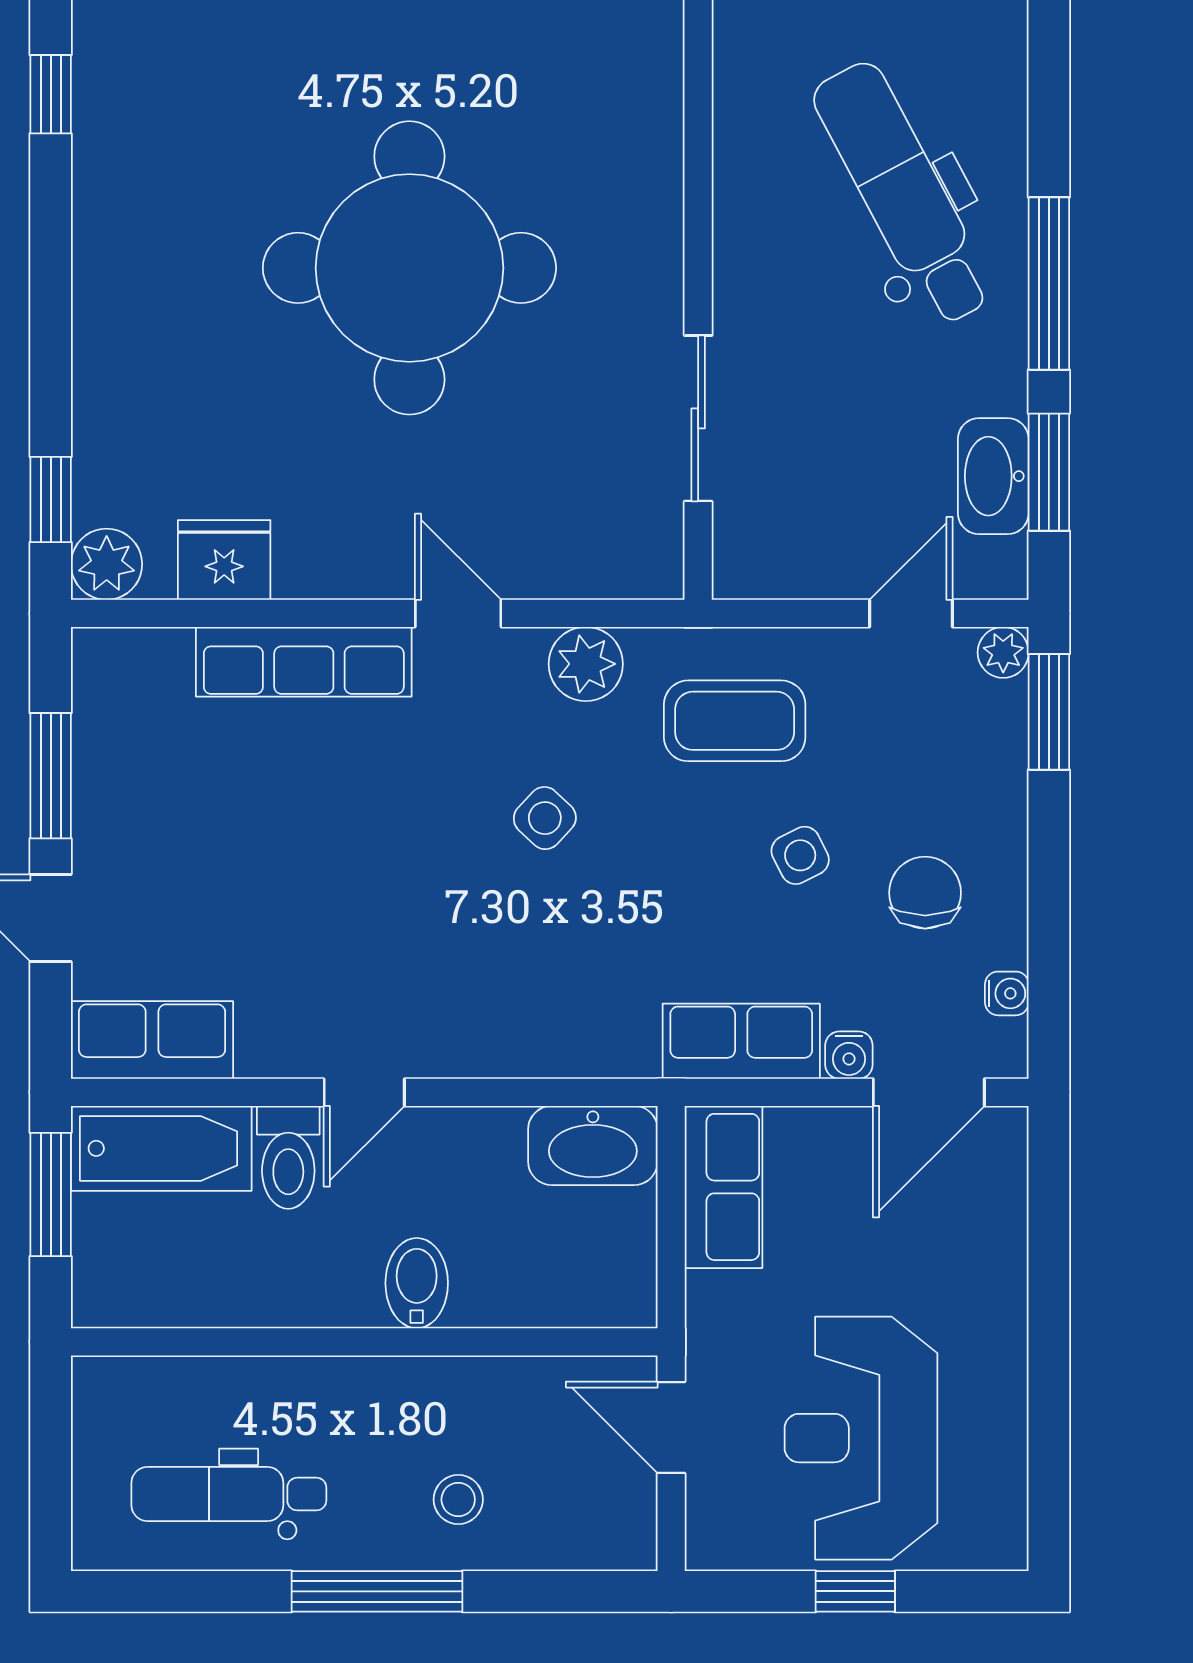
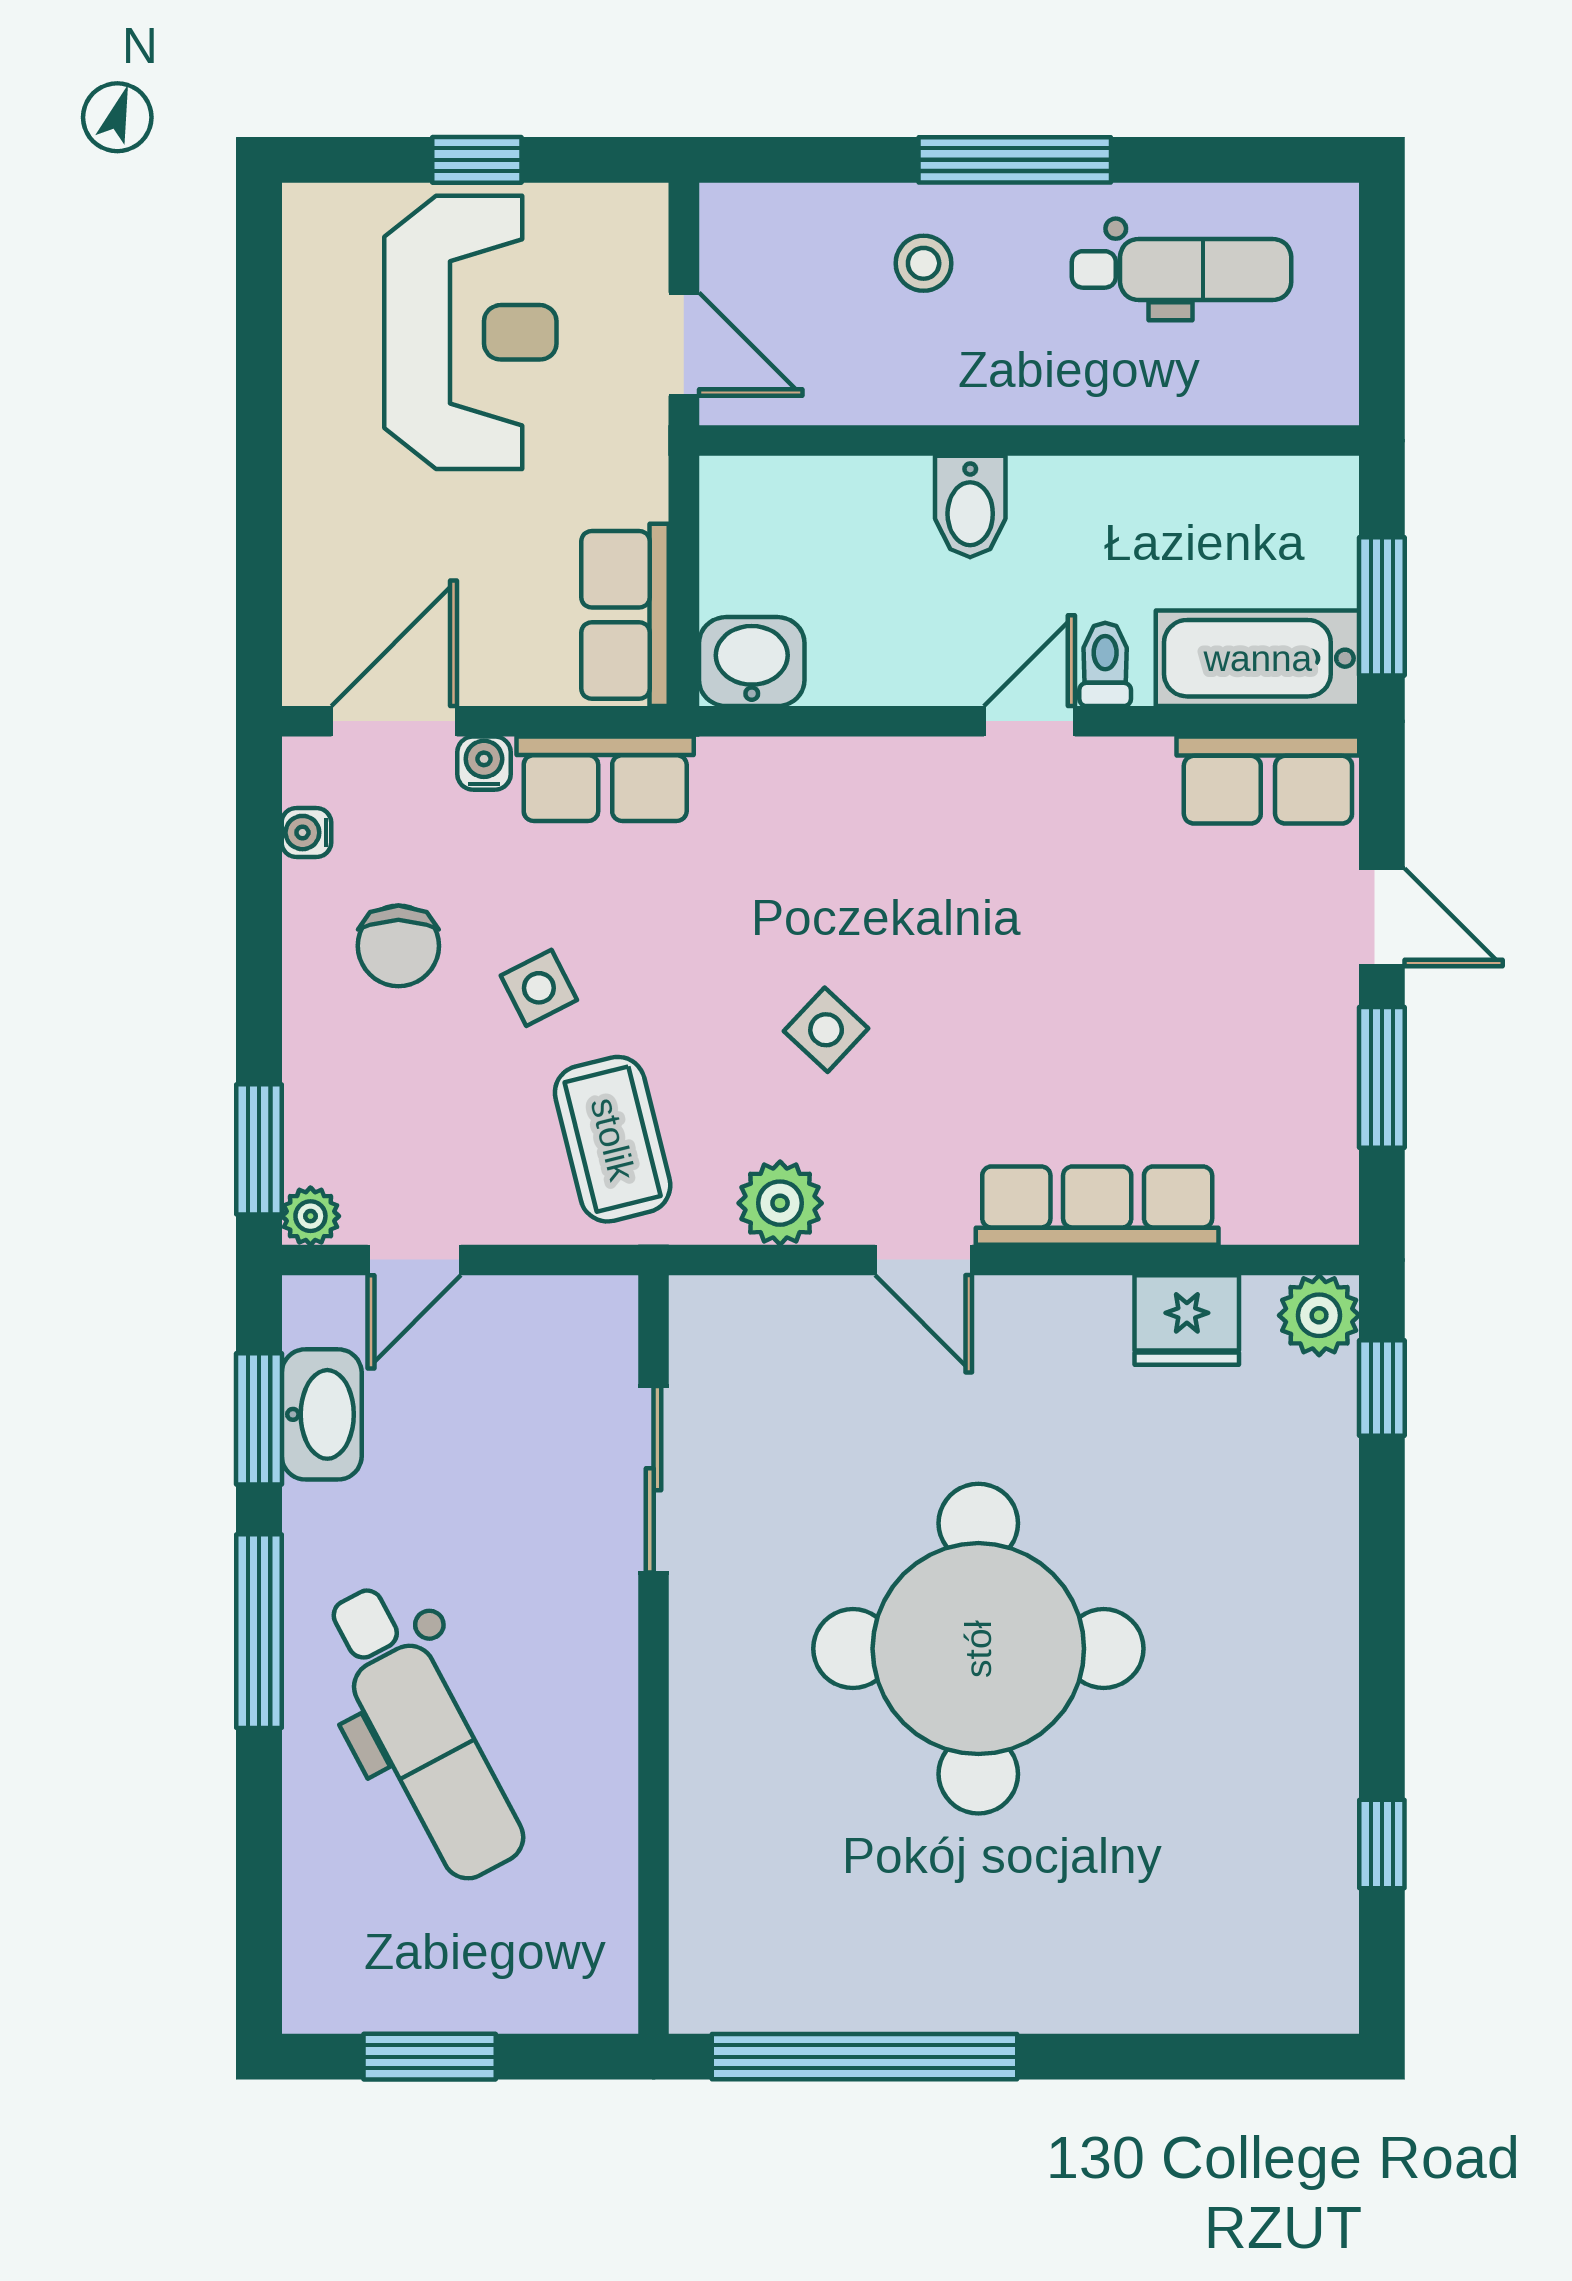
coffee table: (735, 721) -> (613, 1139), turned 76
washbasin: (593, 1145) -> (752, 662), width x0.72
toilet: (288, 1157) -> (1105, 664), width x0.73, depth x0.72

